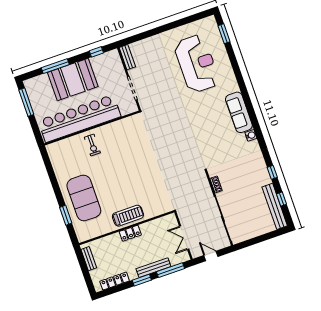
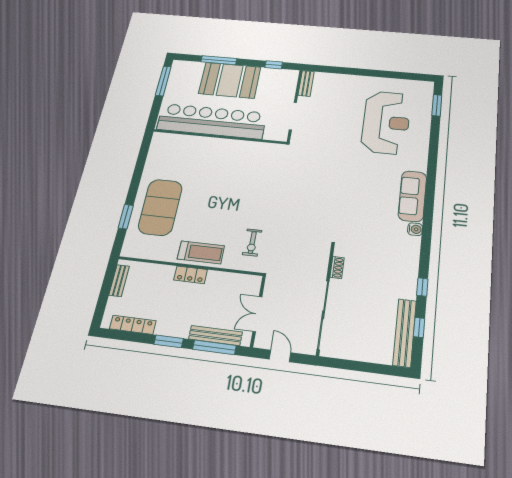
exercise bike: (92, 145) -> (252, 243), moved
bench: (153, 268) -> (215, 336), moved

